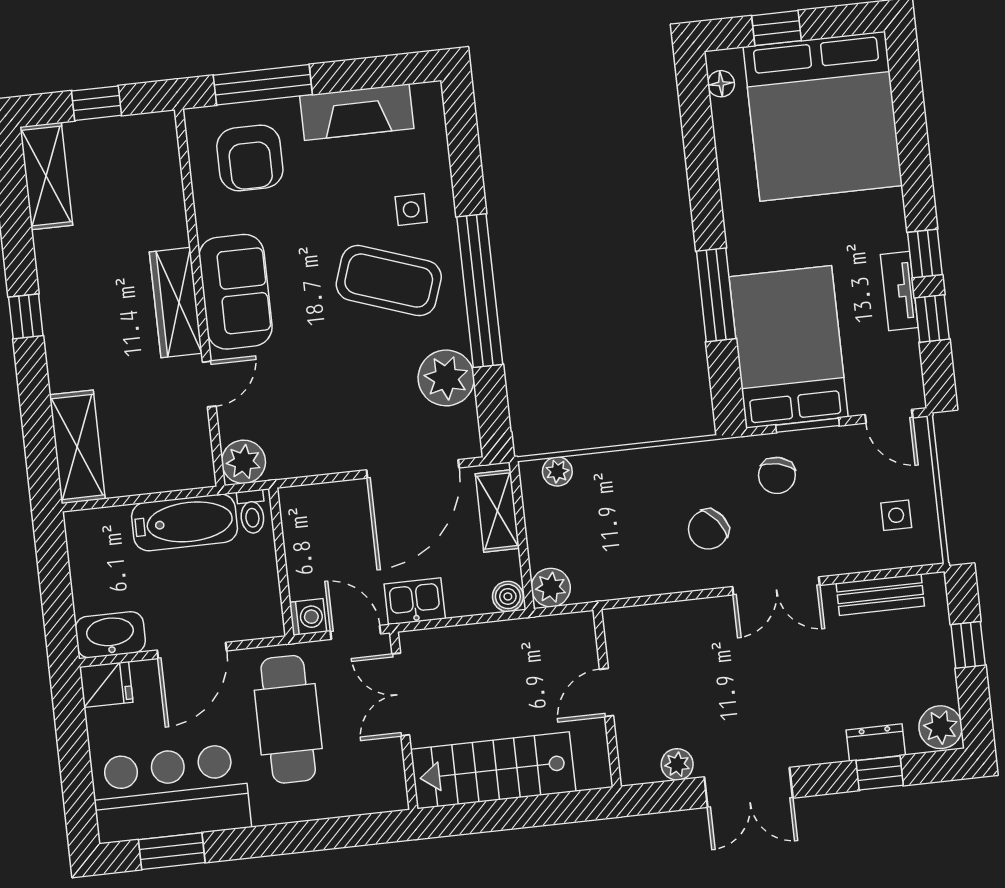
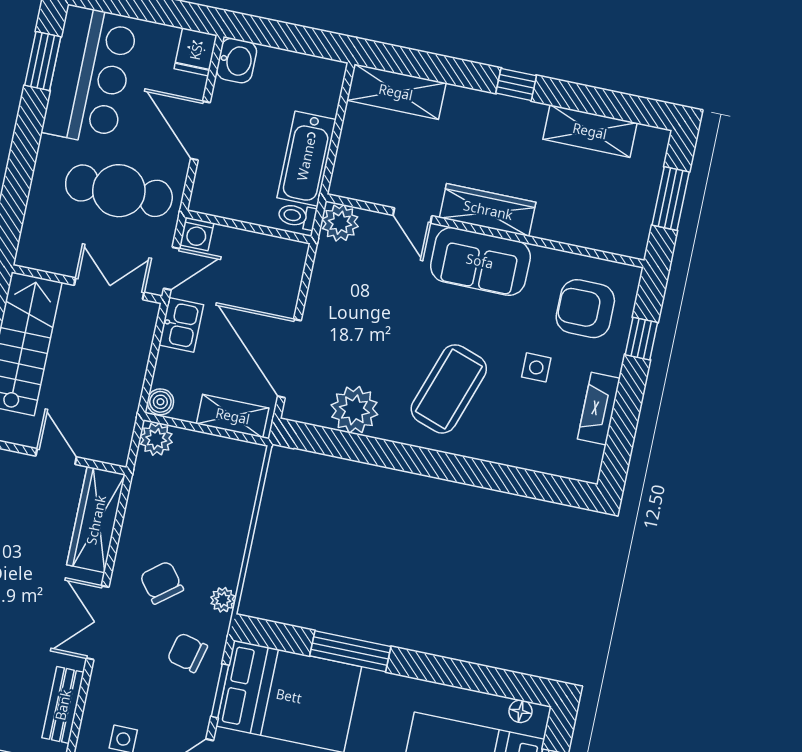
window: (263, 85) -> (641, 339), width x0.46
window: (96, 103) -> (671, 199), width x1.50
fireplace: (357, 112) -> (599, 409), width x0.73, depth x0.76
shelving: (46, 176) -> (590, 131), moved
side table: (411, 209) -> (536, 367), moved
window: (480, 291) -> (416, 460), removed
plant: (557, 471) -> (223, 600), moved
wardrobe: (662, 625) -> (96, 520), added
washbasin: (110, 635) -> (237, 61), width x0.72

